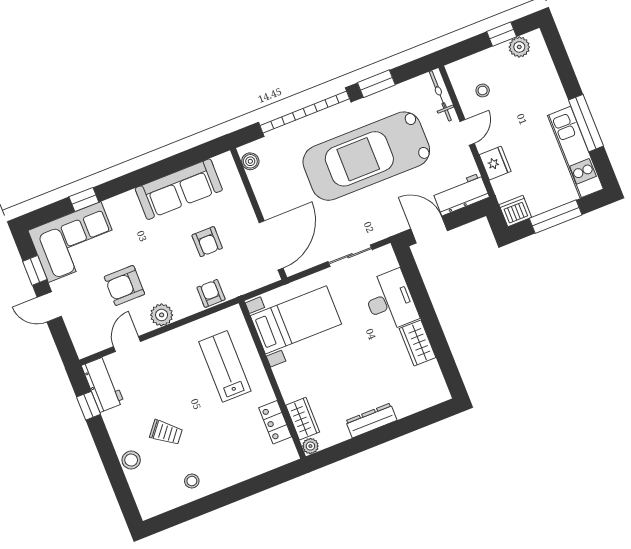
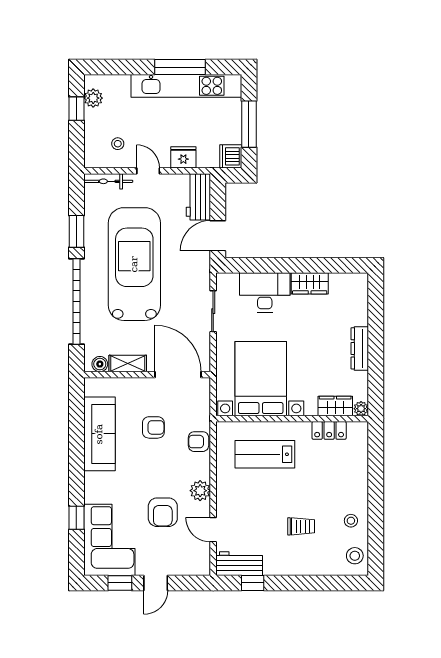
kitchen unit: (575, 152) -> (186, 86), width x1.36
car: (366, 156) -> (134, 264), turned 180
shelving: (262, 189) -> (128, 363), added
bed with nightstands: (296, 320) -> (261, 379), width x1.36
trolley: (166, 432) -> (301, 526), turned 51
stool: (131, 460) -> (355, 556), moved

